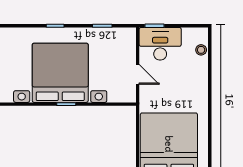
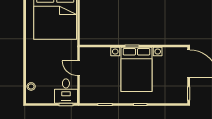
desk: (160, 44) -> (66, 91), width x0.73
bed with nightstands: (60, 73) -> (136, 69), width x0.73

